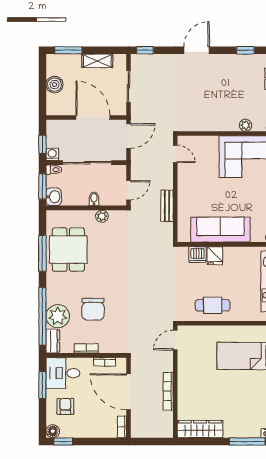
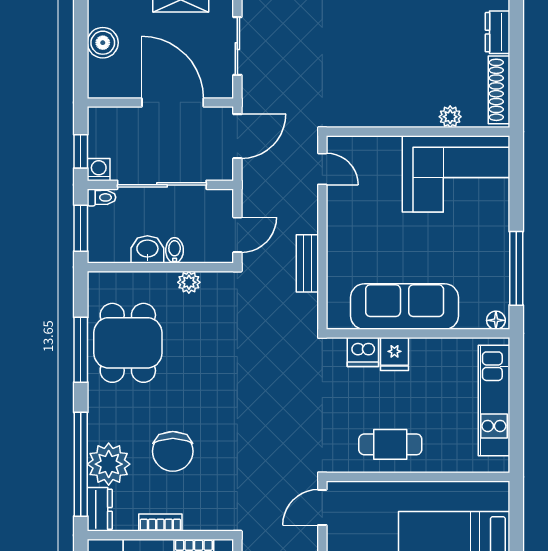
washbasin: (54, 197) -> (147, 249), moved, turned -90

